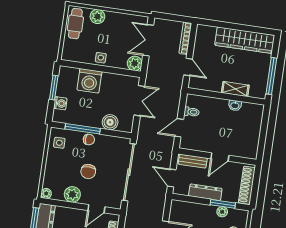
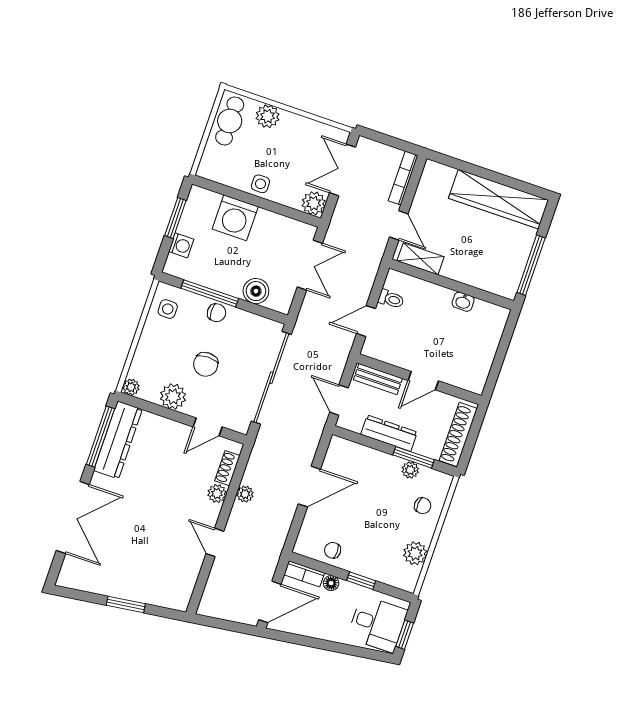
shelving: (235, 89) -> (421, 259), moved

